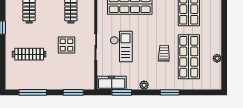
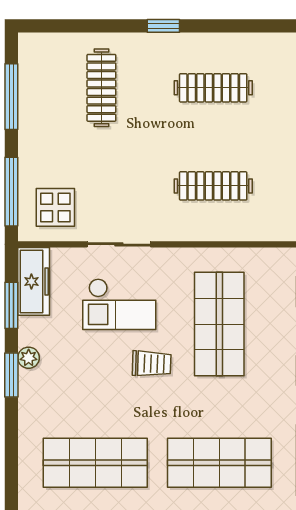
display table: (67, 45) -> (55, 207), moved
trolley: (164, 53) -> (152, 364), moved
window: (73, 92) -> (11, 192), width x1.44
window: (170, 92) -> (11, 375), moved

